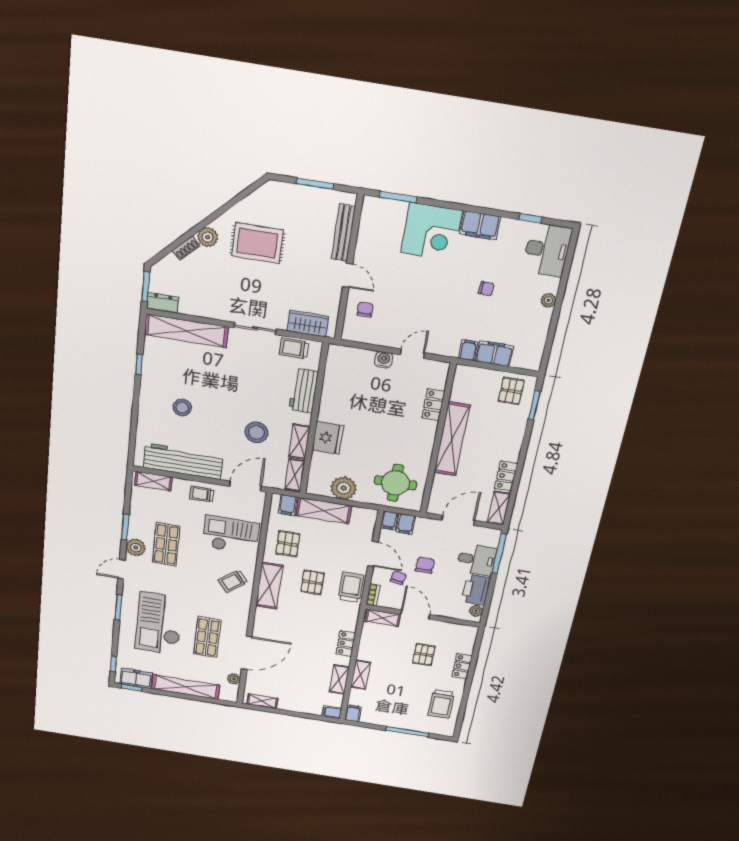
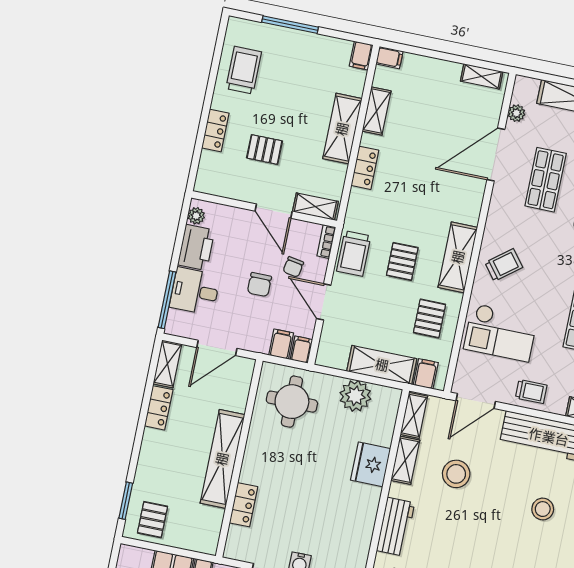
pallet: (424, 654) -> (265, 149), turned 90
shelving: (361, 675) -> (342, 129), width x1.50, depth x1.33

